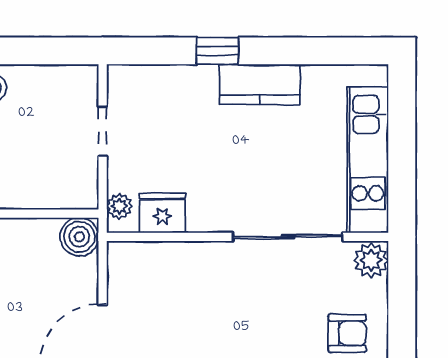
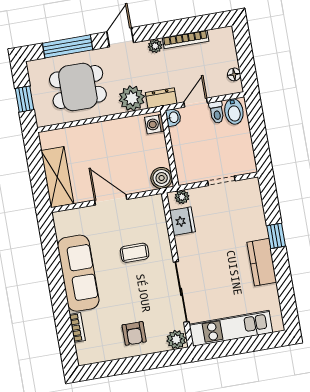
coffee table: (204, 308) -> (135, 253), added

